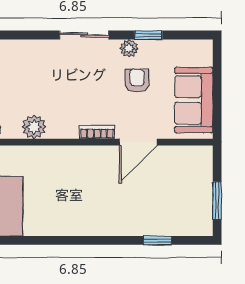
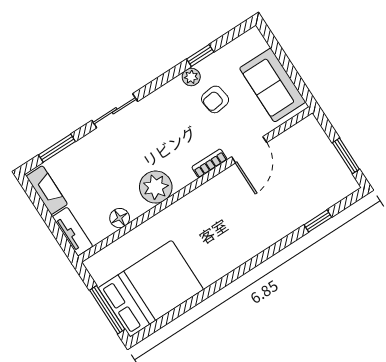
sliding door: (84, 35) -> (115, 111), moved
armchair: (137, 81) -> (215, 99), turned -98
plant: (34, 127) -> (156, 187), width x1.36, depth x1.36

